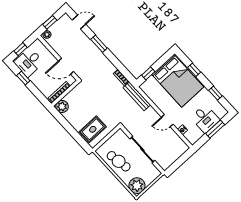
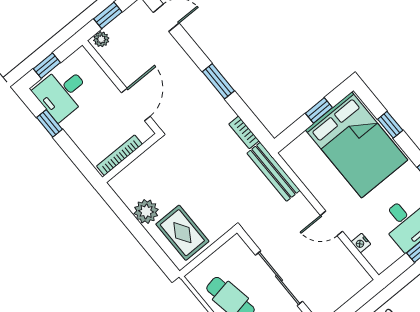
window: (99, 44) -> (218, 81), moved
door: (66, 66) -> (136, 104), swing flipped
window: (148, 73) -> (319, 110), moved
plant: (62, 107) -> (146, 211), moved
rug: (93, 129) -> (182, 233), turned 90

